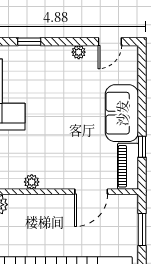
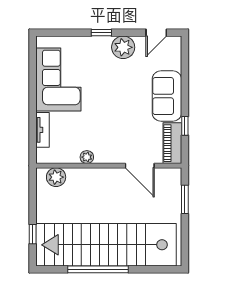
window: (29, 42) -> (101, 33), moved
plant: (79, 52) -> (123, 47), width x1.87, depth x1.87
door: (91, 192) -> (140, 166), hinge flipped

